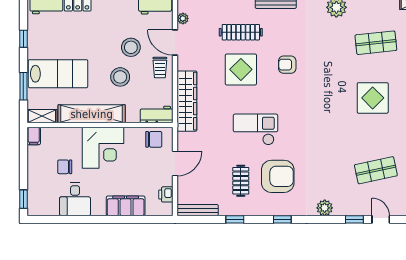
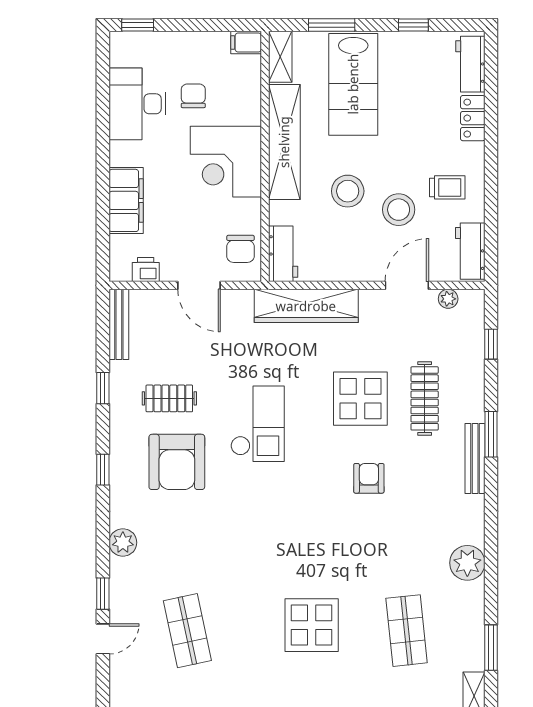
trolley: (160, 68) -> (447, 187), moved, turned 180
desk: (75, 199) -> (137, 104), width x1.37

